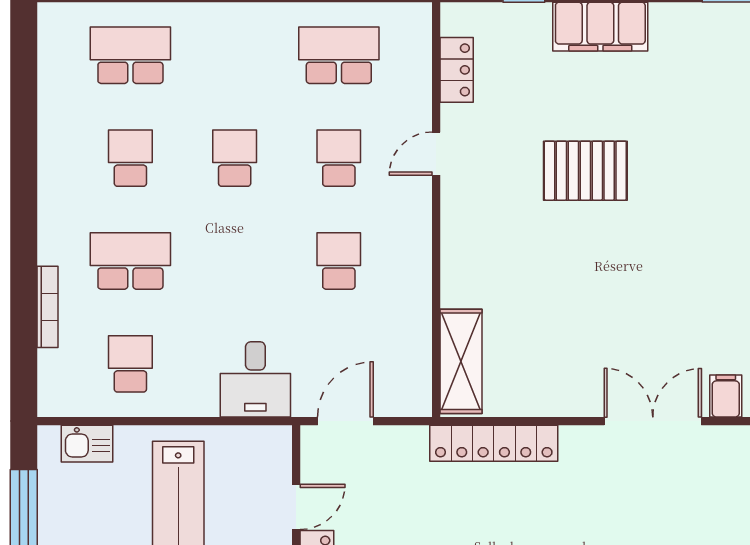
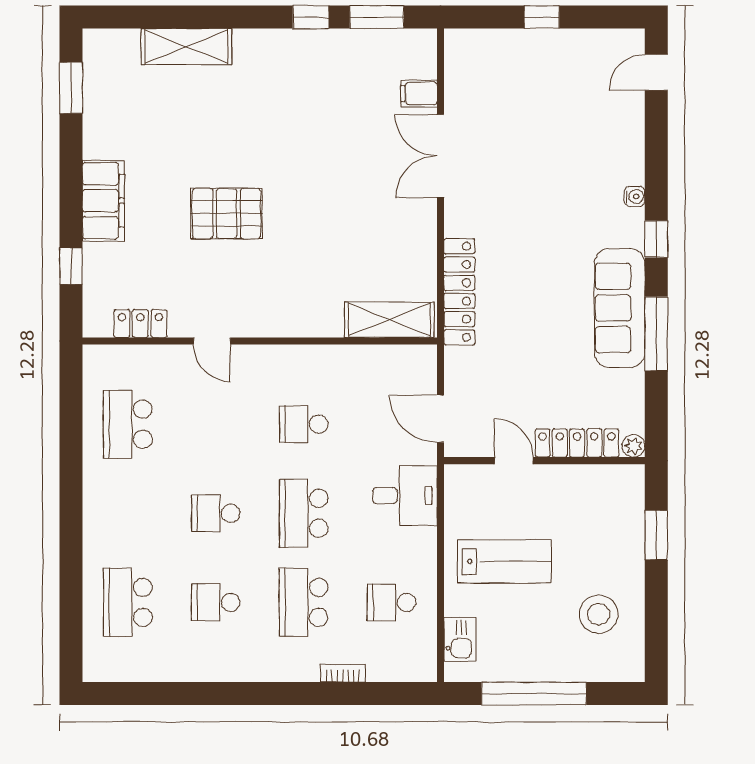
school desk: (339, 158) -> (304, 513), moved, width x1.85
pallet: (585, 171) -> (226, 214), turned 90
bookcase: (48, 307) -> (343, 673), width x0.64

